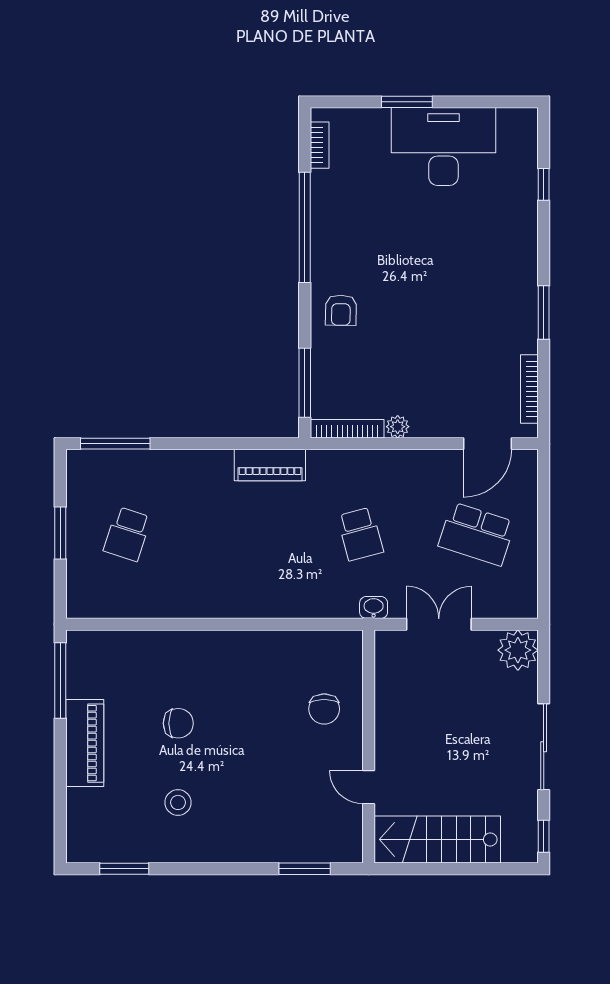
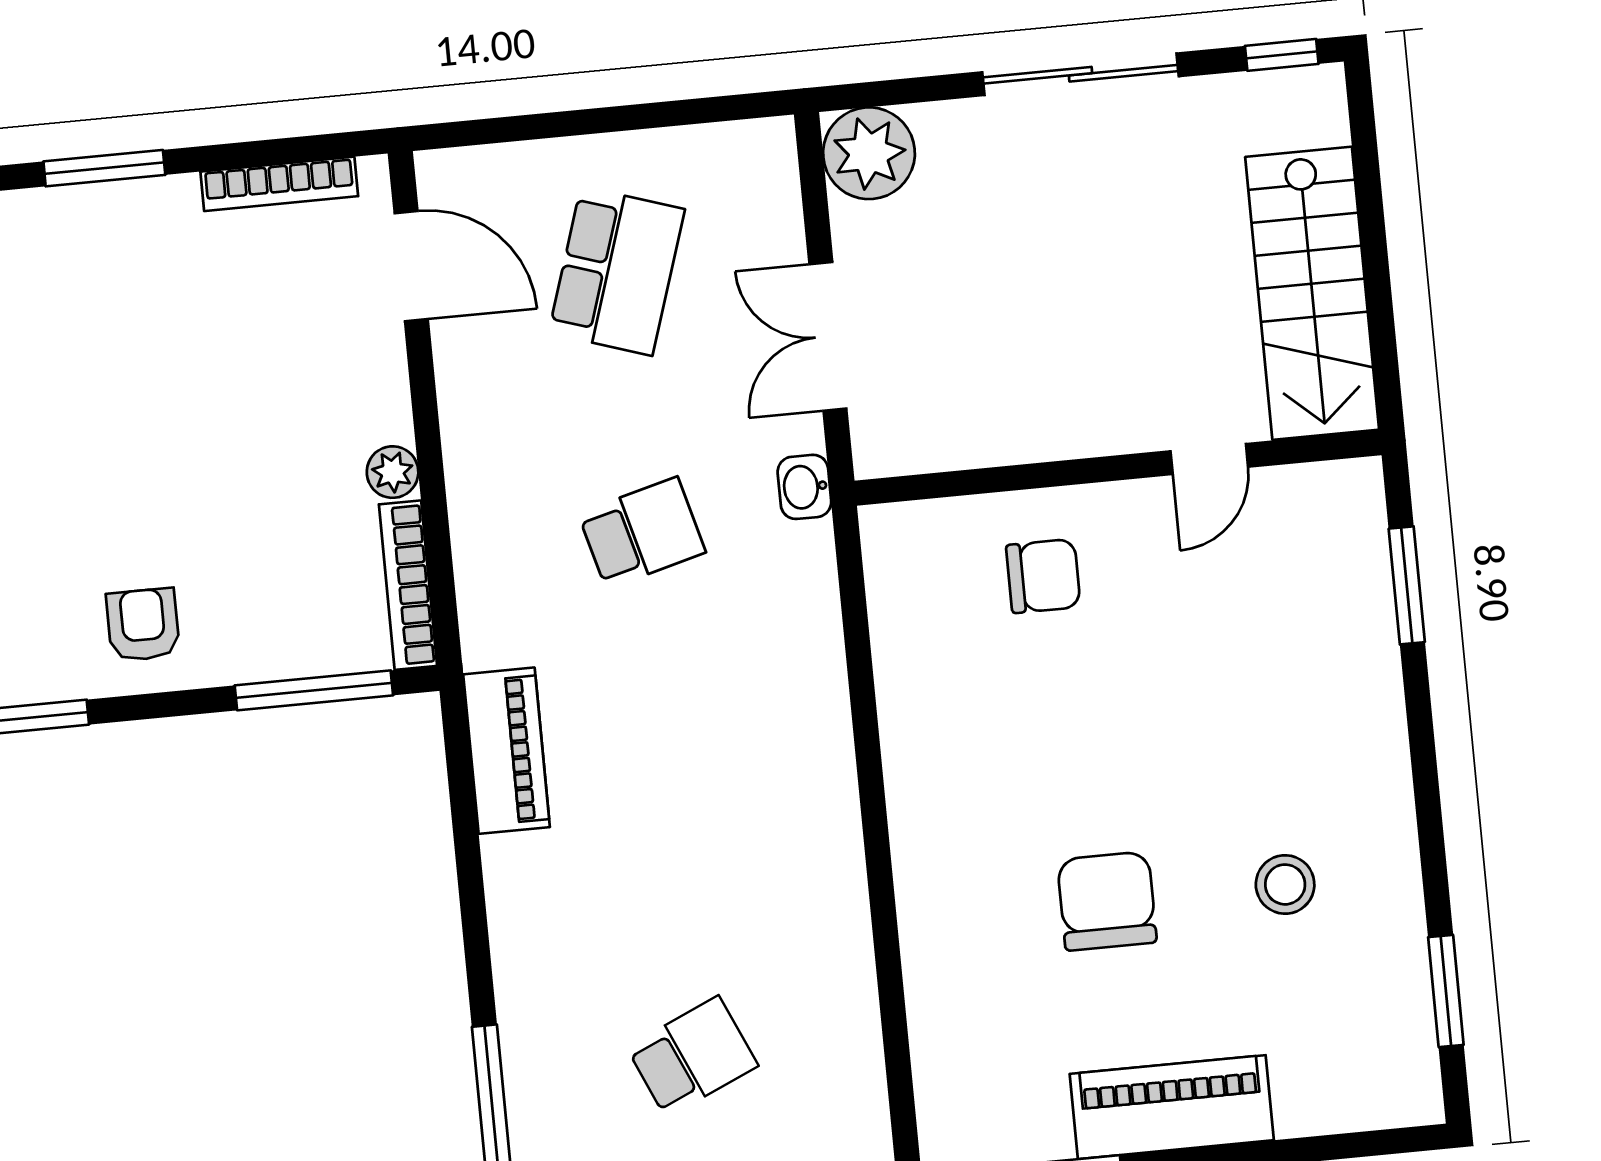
armchair: (341, 310) -> (143, 625), turned -91
school desk: (127, 534) -> (692, 1057), turned -42
chair: (178, 723) -> (1107, 901), width x1.37, depth x1.37

